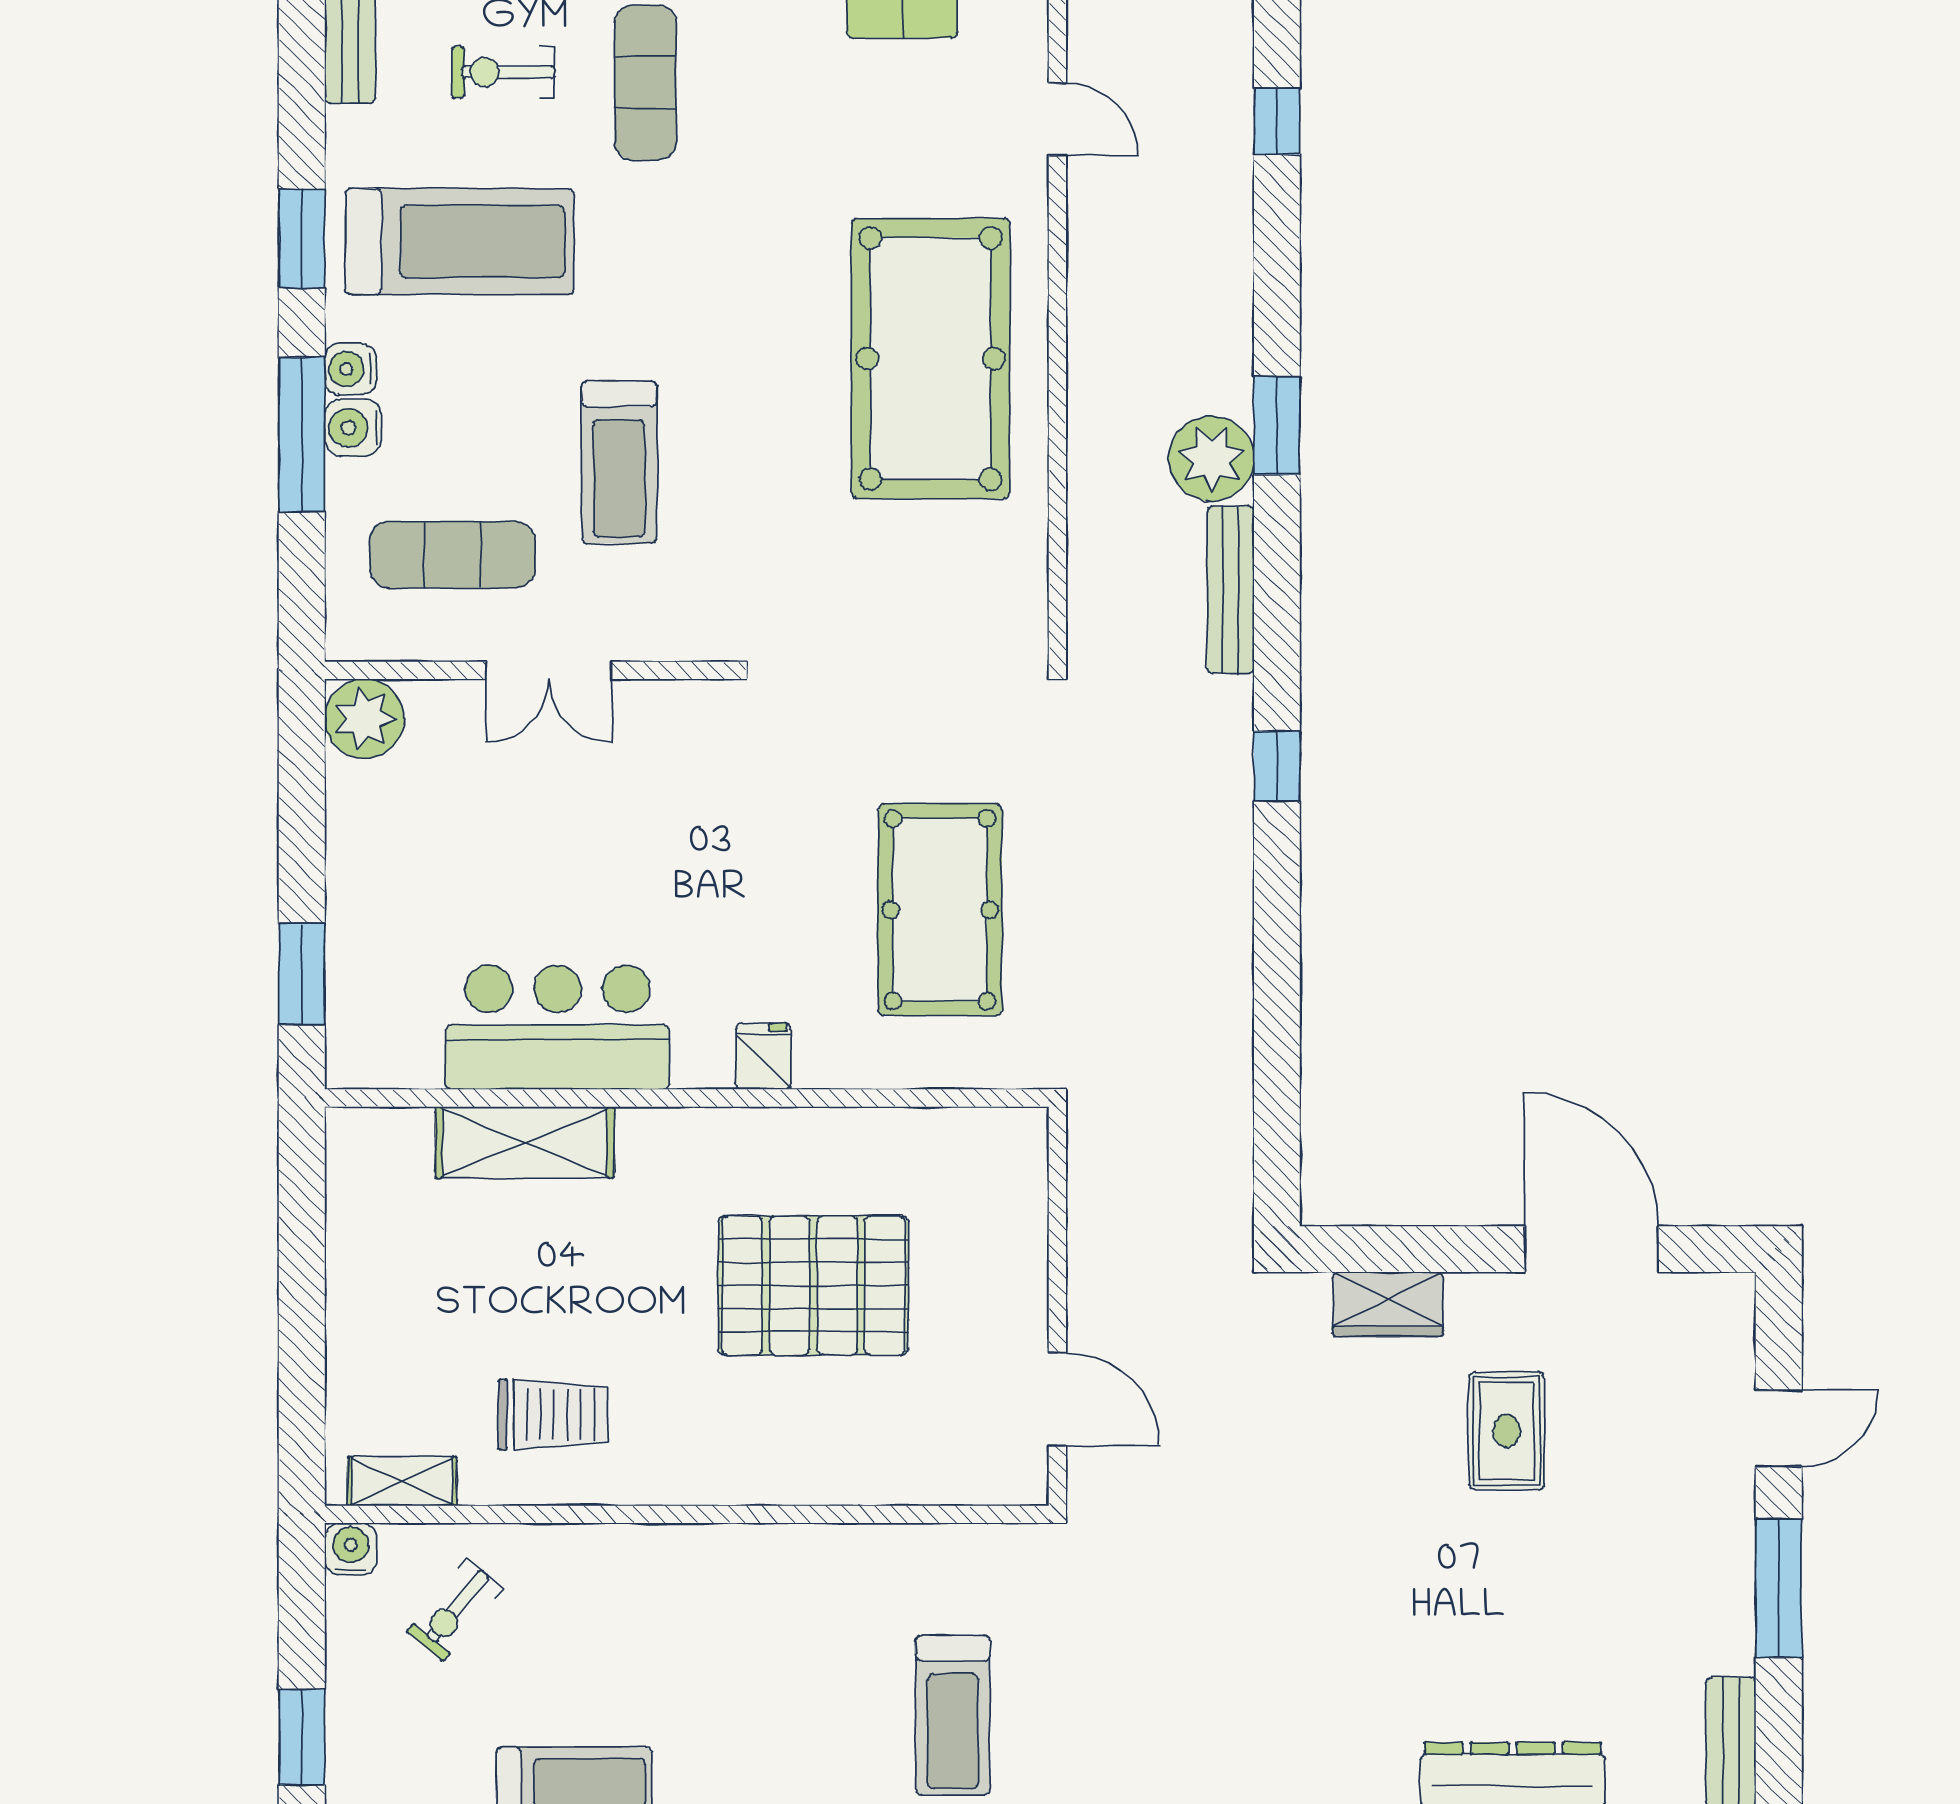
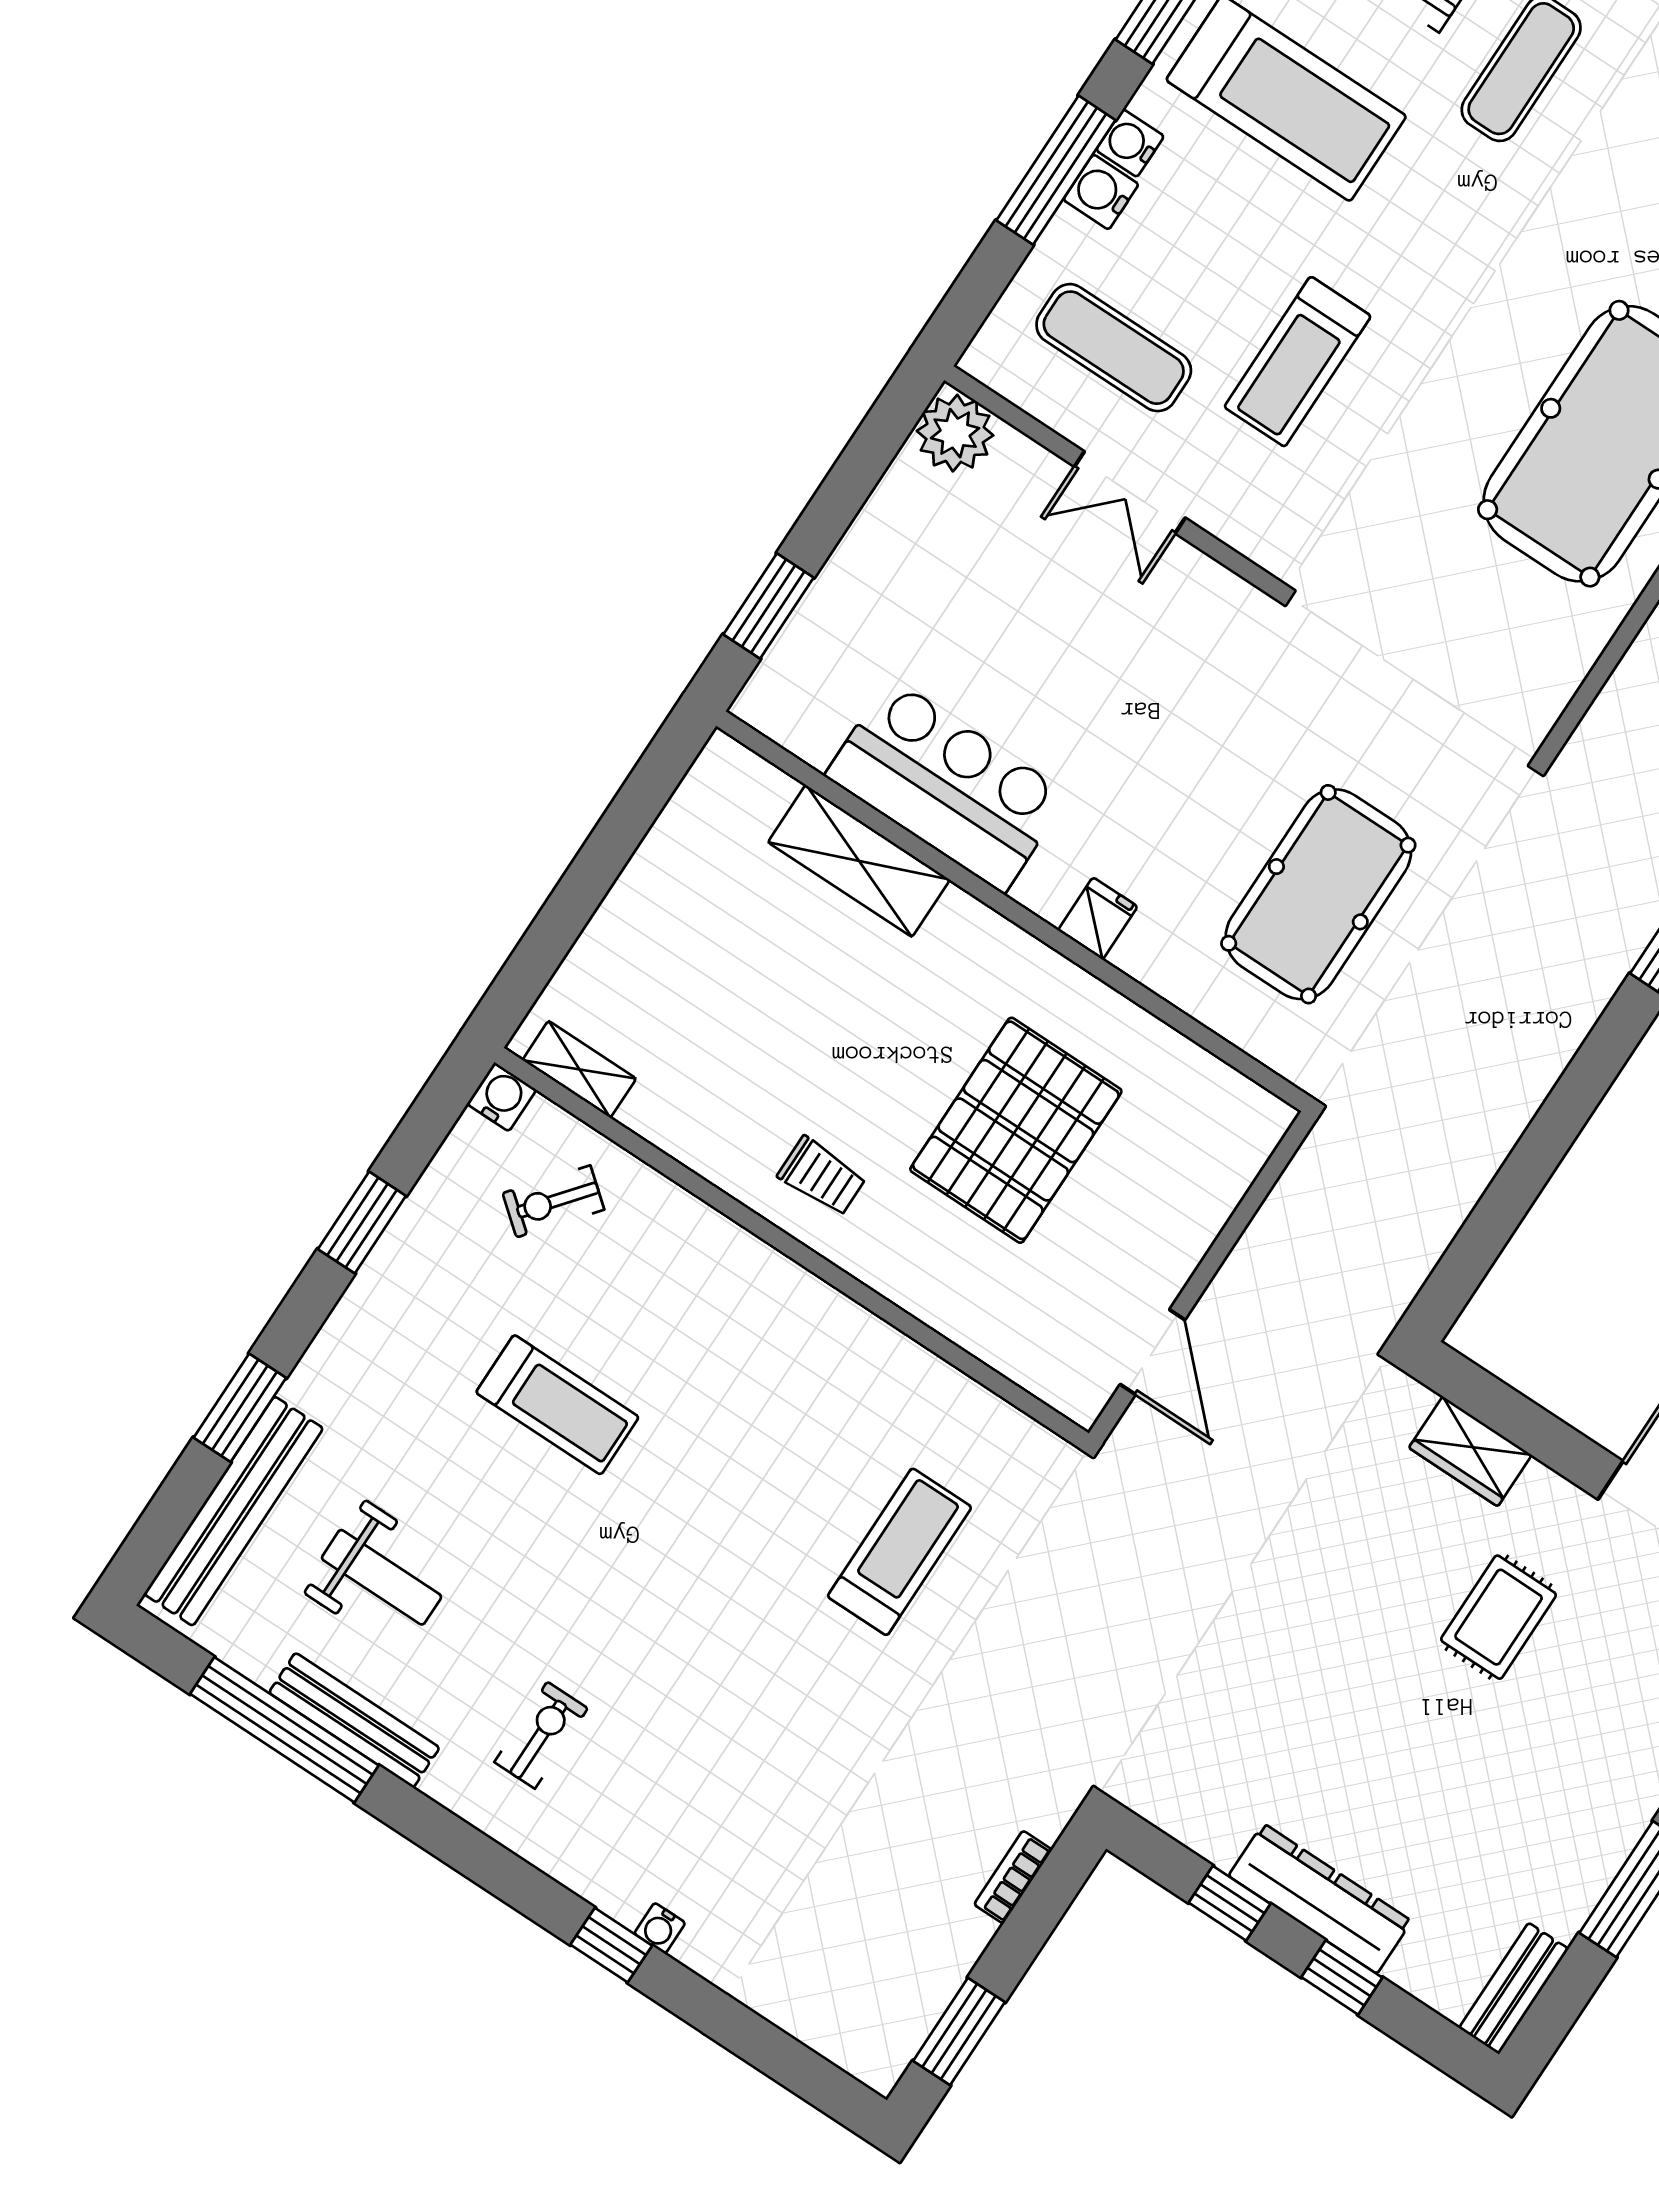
pallet: (813, 1286) -> (1016, 1130), turned 90
trolley: (553, 1415) -> (822, 1176), moved, width x0.73, depth x0.72
treadmill: (953, 1715) -> (900, 1552), turned 180

